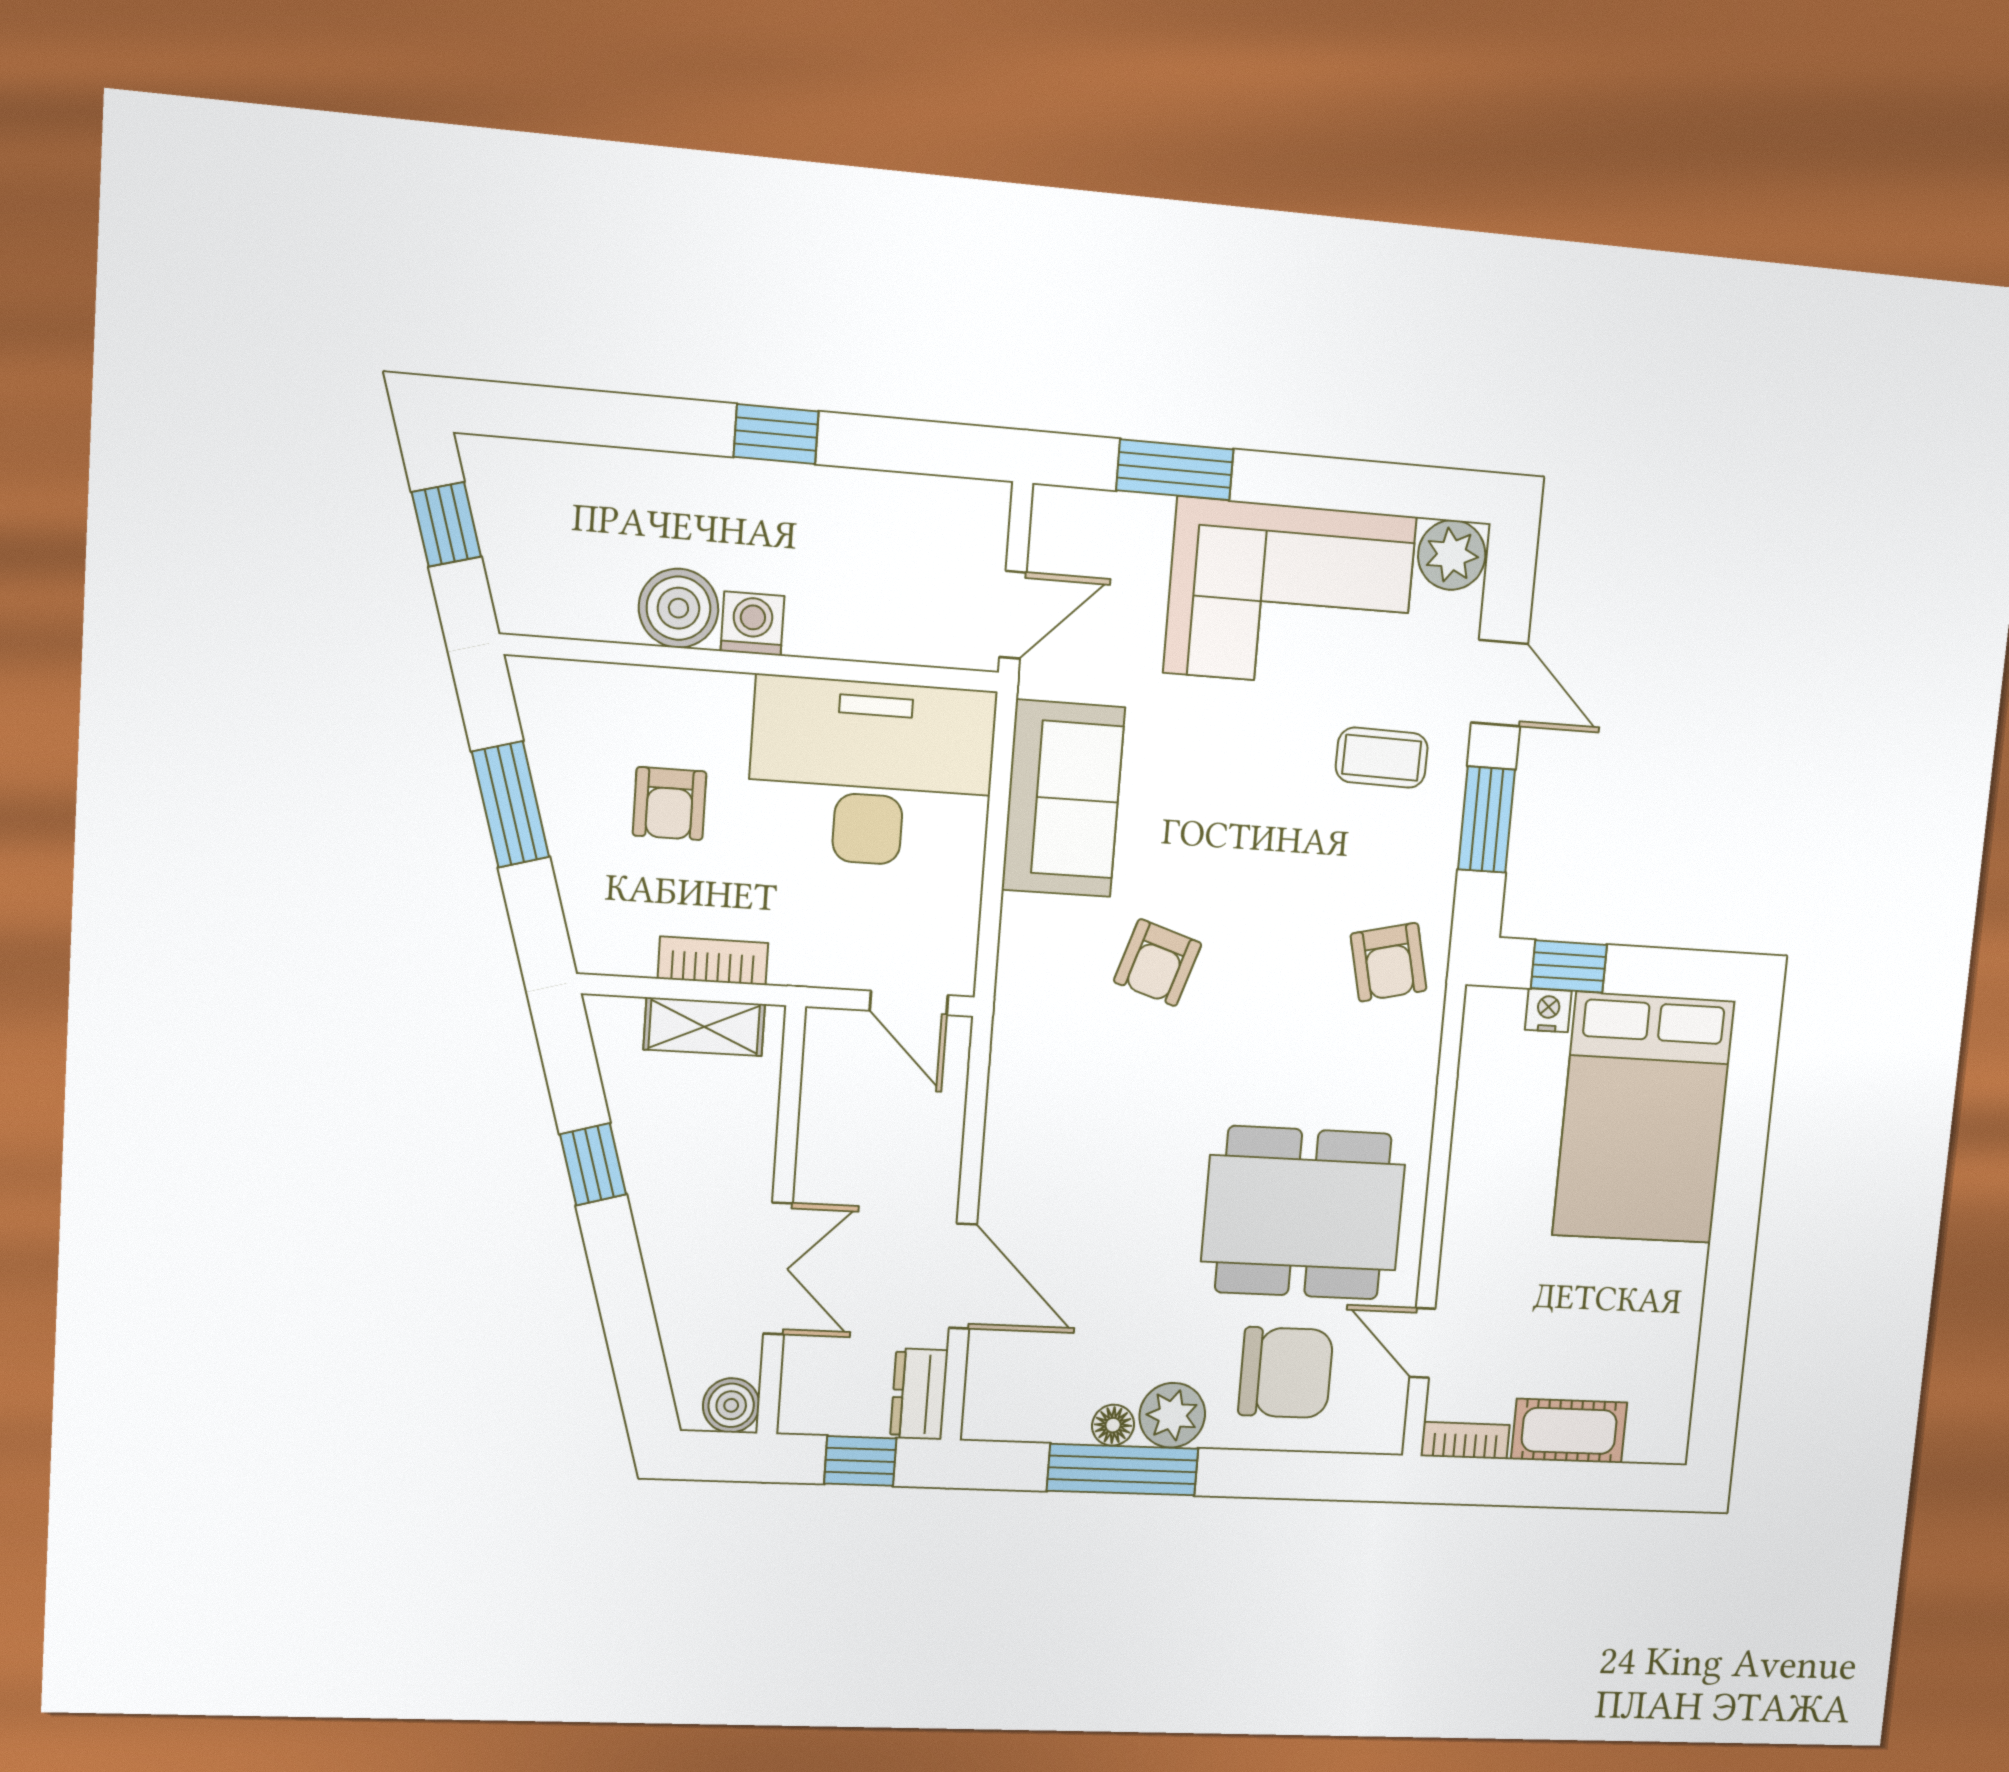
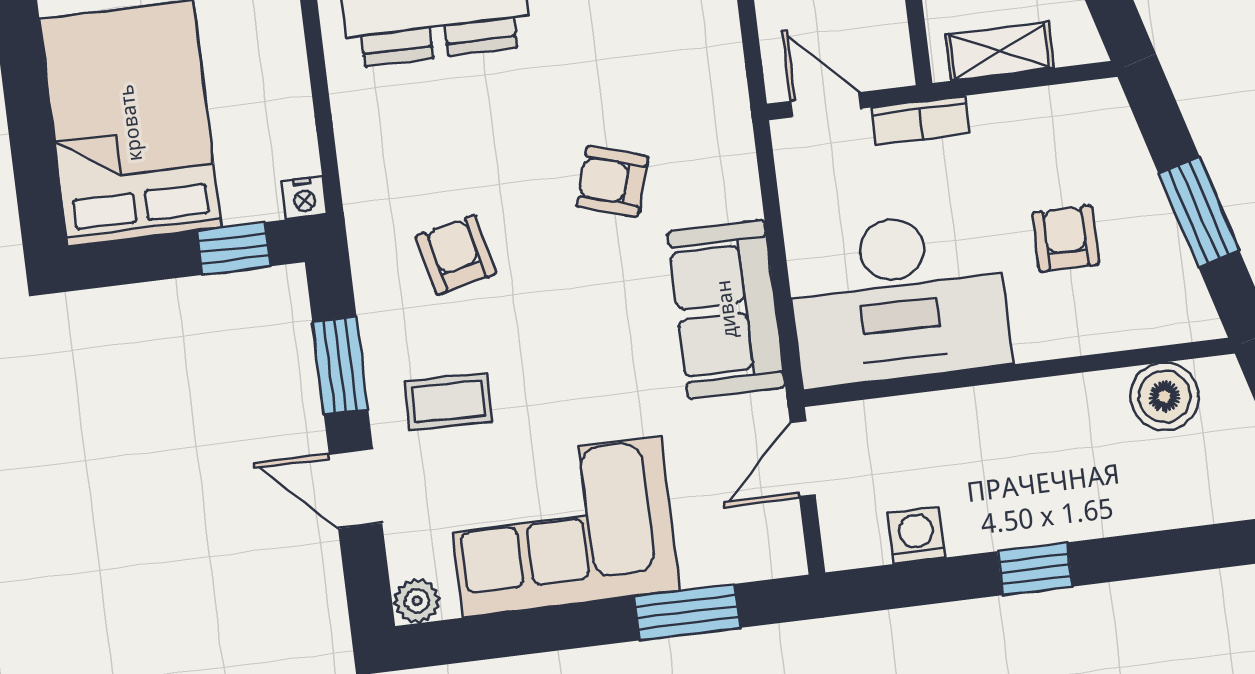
plant: (1452, 555) -> (417, 601), width x0.73, depth x0.73
boiler: (678, 608) -> (1165, 396), moved
washing machine: (753, 623) -> (916, 535), moved, turned 180
bookcase: (713, 961) -> (921, 120), moved
armchair: (1389, 962) -> (456, 255), moved
armchair: (1158, 963) -> (612, 181), turned -91
nightstand: (1548, 1010) -> (304, 198), moved

